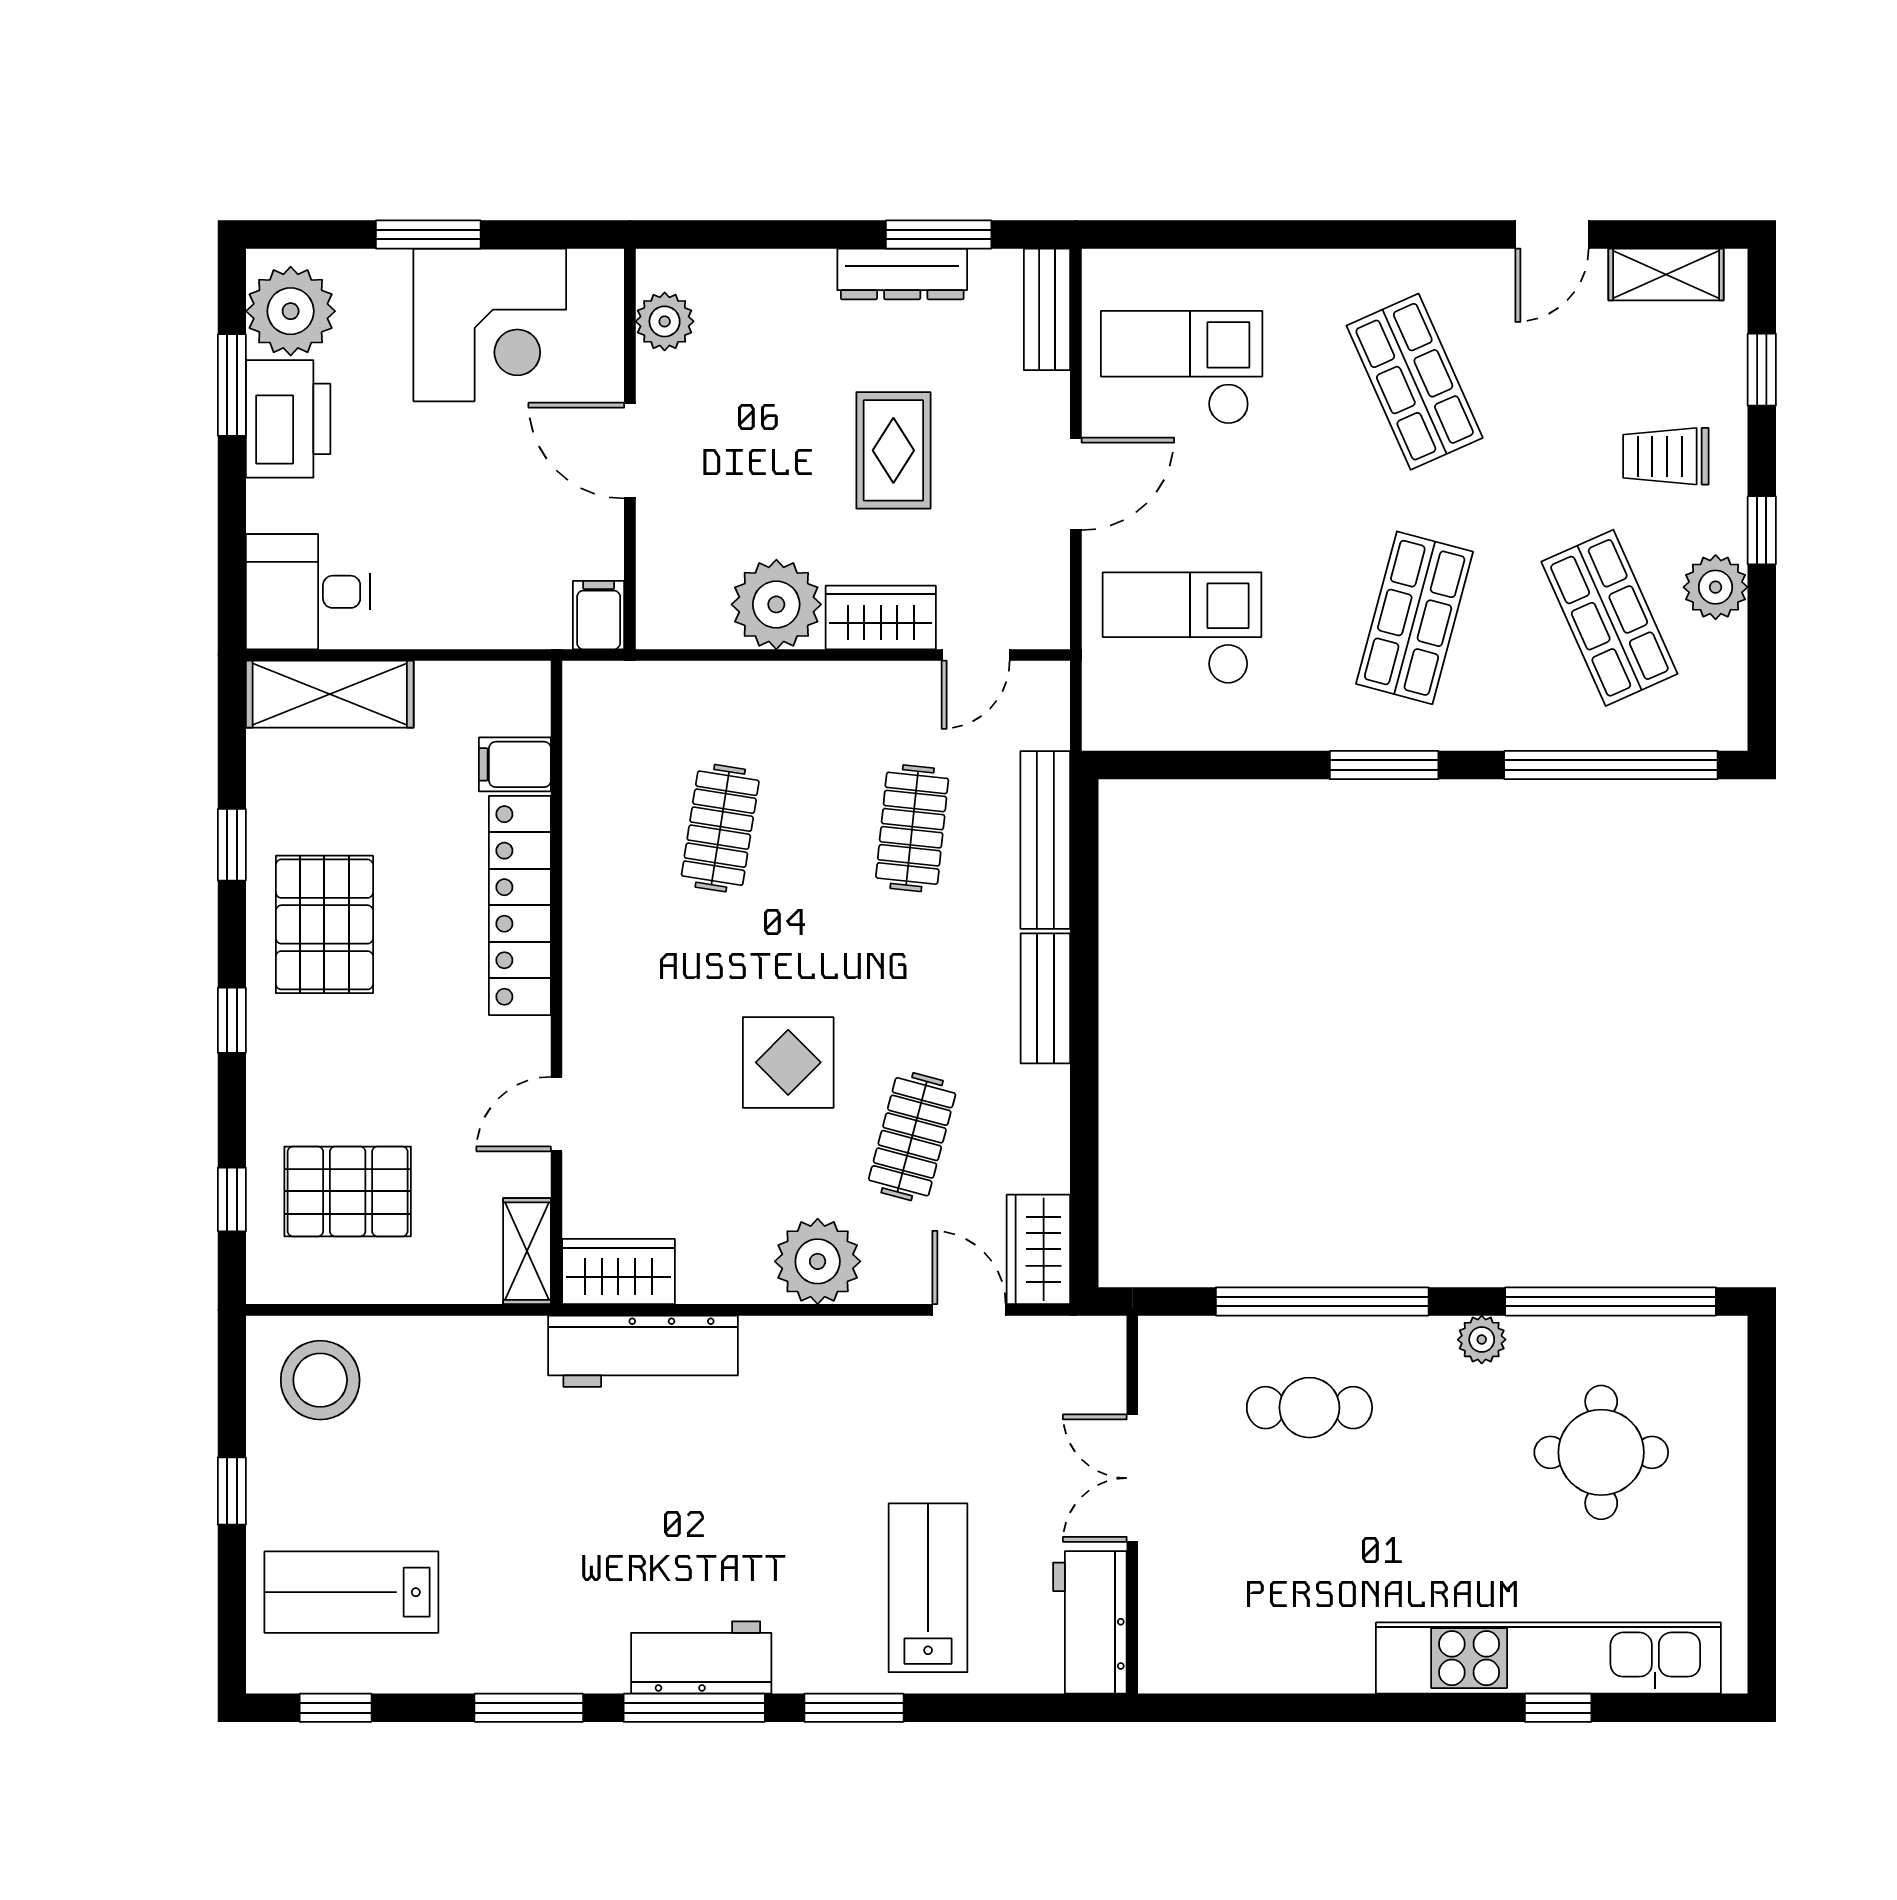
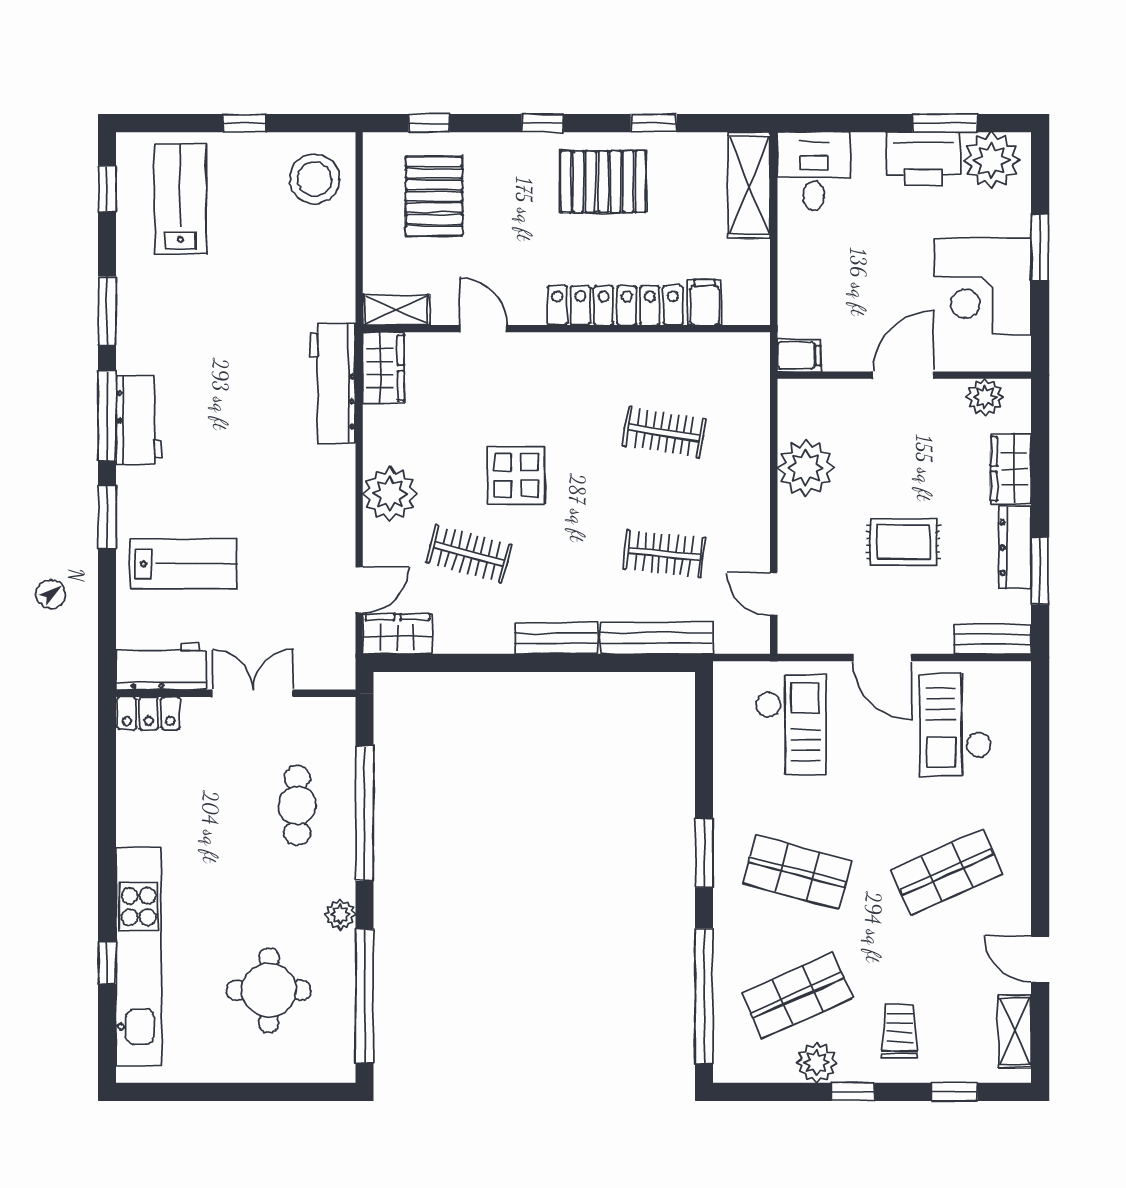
checkout: (1182, 368) -> (956, 725), turned 180
wardrobe: (881, 617) -> (1011, 469), moved, turned 180
locker: (1164, 1642) -> (149, 713), added

